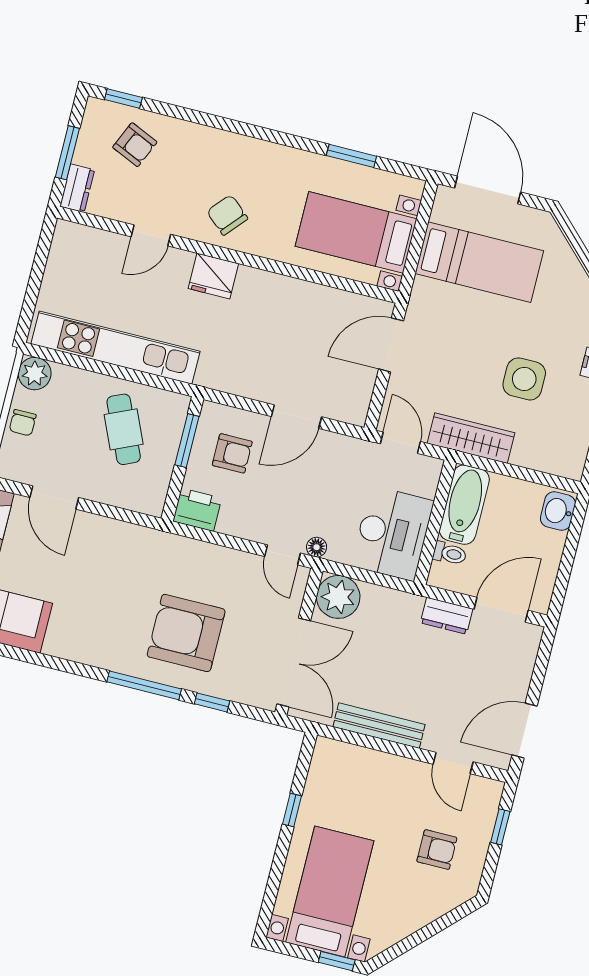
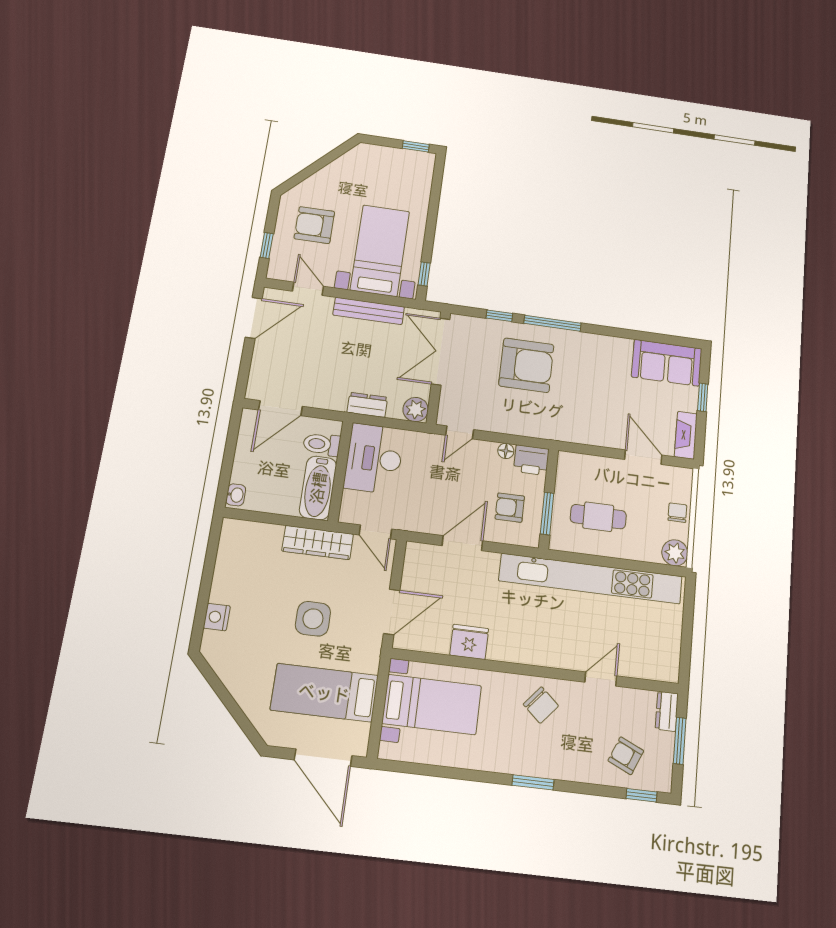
window: (351, 156) -> (533, 782), moved
fridge: (213, 276) -> (469, 642), moved
kitchen unit: (115, 348) -> (591, 579), width x1.36
side table: (524, 379) -> (313, 619), moved
cafe table: (124, 429) -> (598, 517), turned -66
washbasin: (558, 511) -> (236, 495), width x0.72, depth x0.69
floor lamp: (317, 547) -> (506, 451), moved
toilet: (450, 553) -> (322, 444), width x1.37, depth x1.39
door: (282, 555) -> (460, 432), swing flipped
plant: (338, 597) -> (416, 410), width x0.73, depth x0.73
dresser: (447, 616) -> (367, 405), moved
window: (292, 810) -> (424, 274), moved
armchair: (437, 850) -> (314, 225), width x1.38, depth x1.38
bed with nightstands: (330, 892) -> (380, 251), moved, turned 180
window: (337, 961) -> (416, 146), moved

